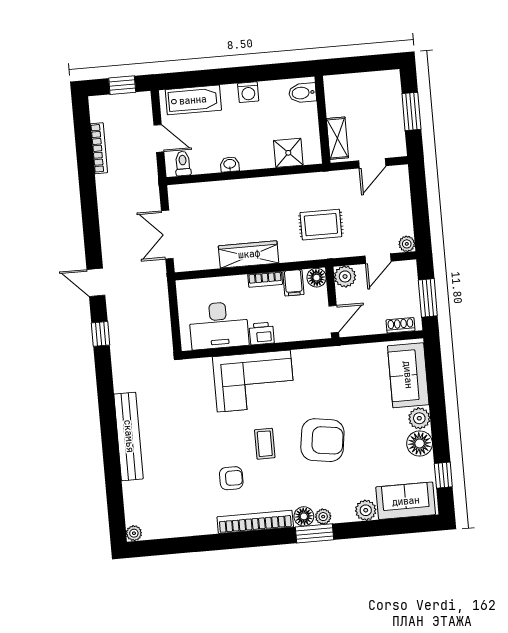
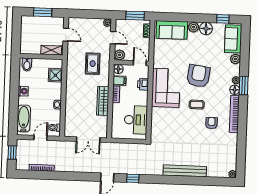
printer: (262, 334) -> (143, 84), moved
corner sofa: (254, 381) -> (166, 88), moved

